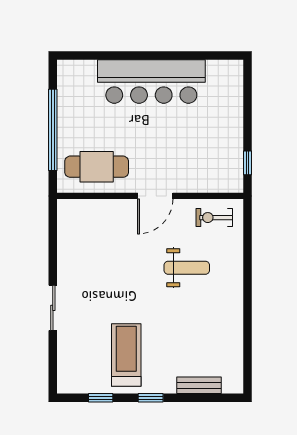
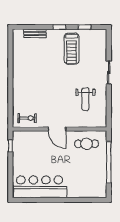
bar counter: (151, 82) -> (40, 187), moved
cafe table: (97, 167) -> (87, 144), width x0.73, depth x0.74
door: (155, 196) -> (57, 129), swing flipped
weight bench: (187, 268) -> (85, 99), moved, turned -90

